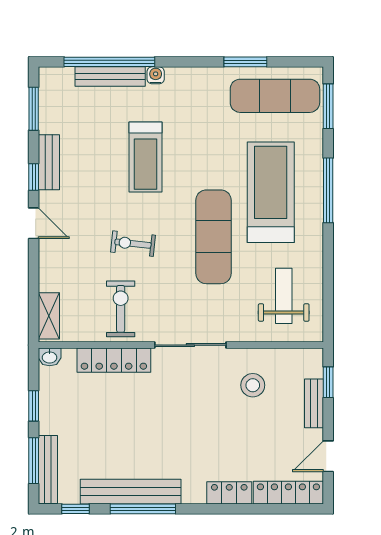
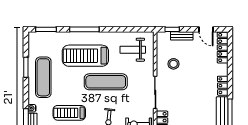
exercise mat: (275, 96) -> (43, 77), moved
treadmill: (146, 157) -> (69, 113), turned 180
locker: (229, 493) -> (223, 86), moved

